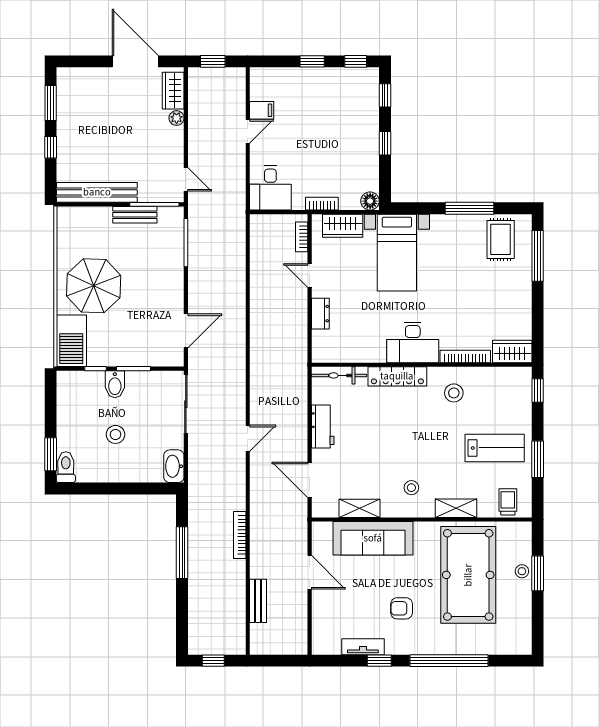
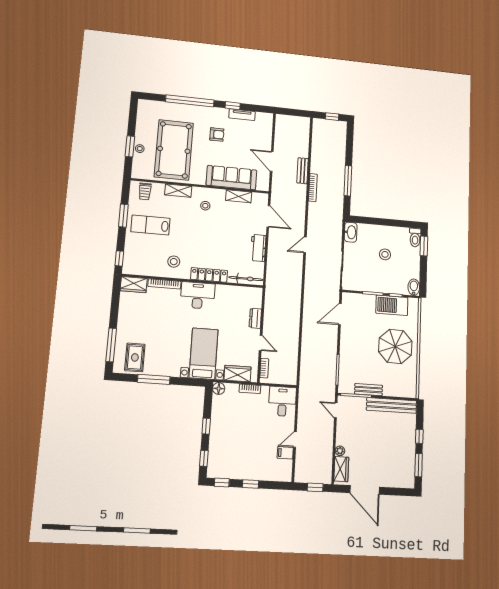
barbecue: (71, 341) -> (392, 305), moved, turned -90
bidet: (115, 384) -> (414, 287), moved
bench: (258, 601) -> (303, 171), moved

